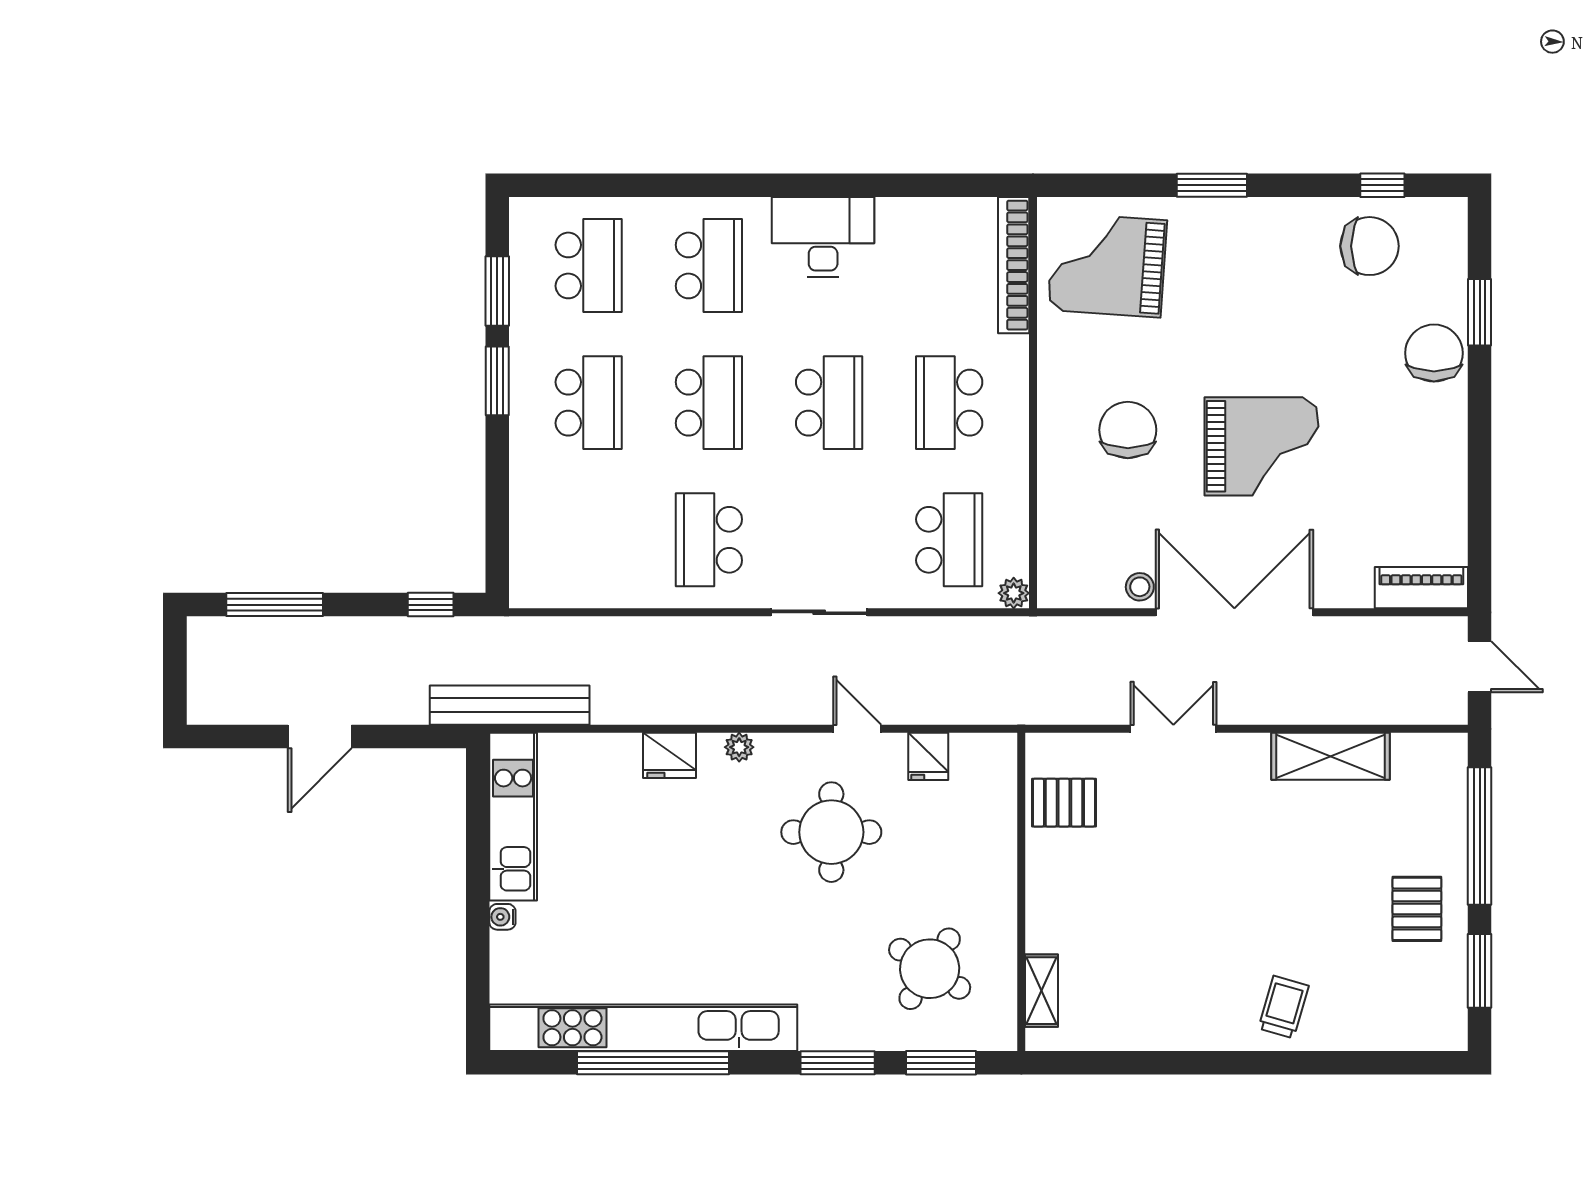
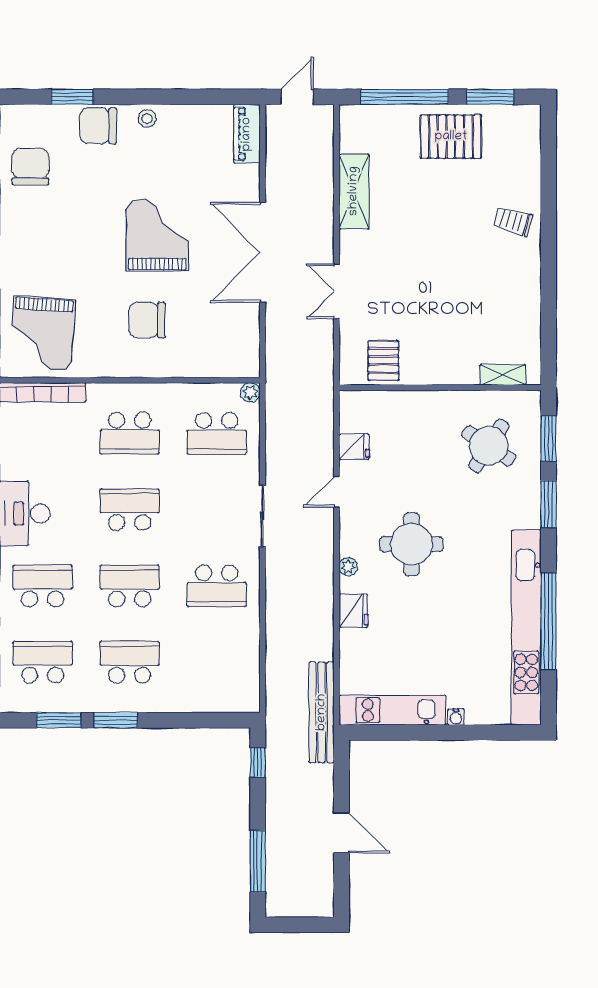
school desk: (949, 540) -> (217, 433), turned 180
stool: (1140, 587) -> (147, 119), moved
round table: (831, 832) -> (411, 544), moved
pallet: (1417, 909) -> (451, 137), width x1.50, depth x1.42

